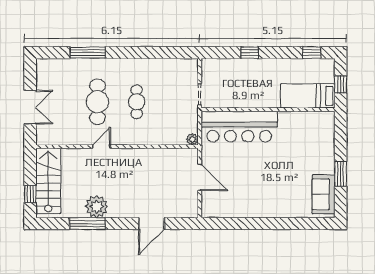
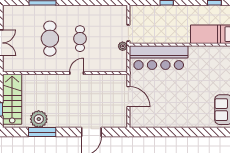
plant: (192, 139) -> (123, 46), moved
door: (101, 147) -> (77, 73), moved
plant: (97, 207) -> (39, 119), moved

